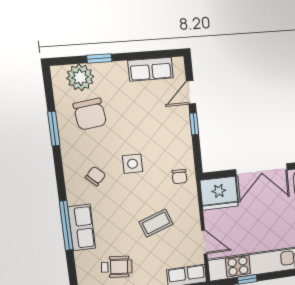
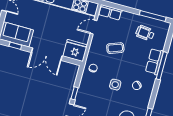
double door: (262, 170) -> (47, 54), swing flipped
door: (204, 242) -> (94, 27), hinge flipped

